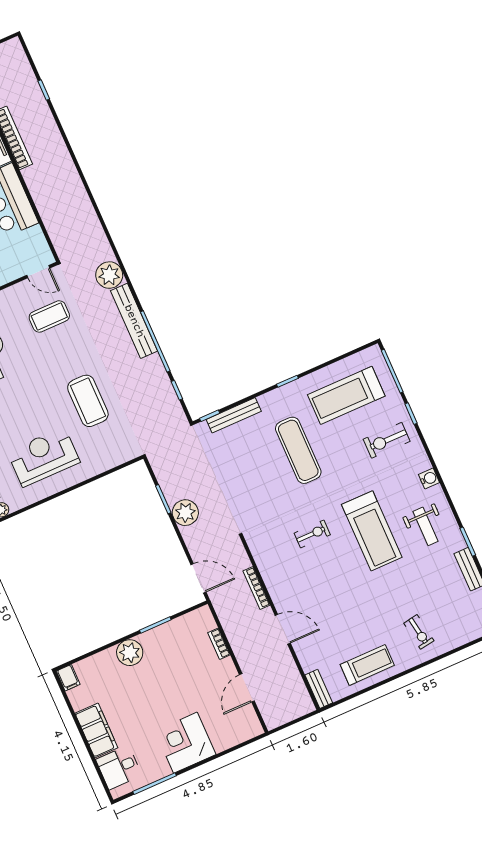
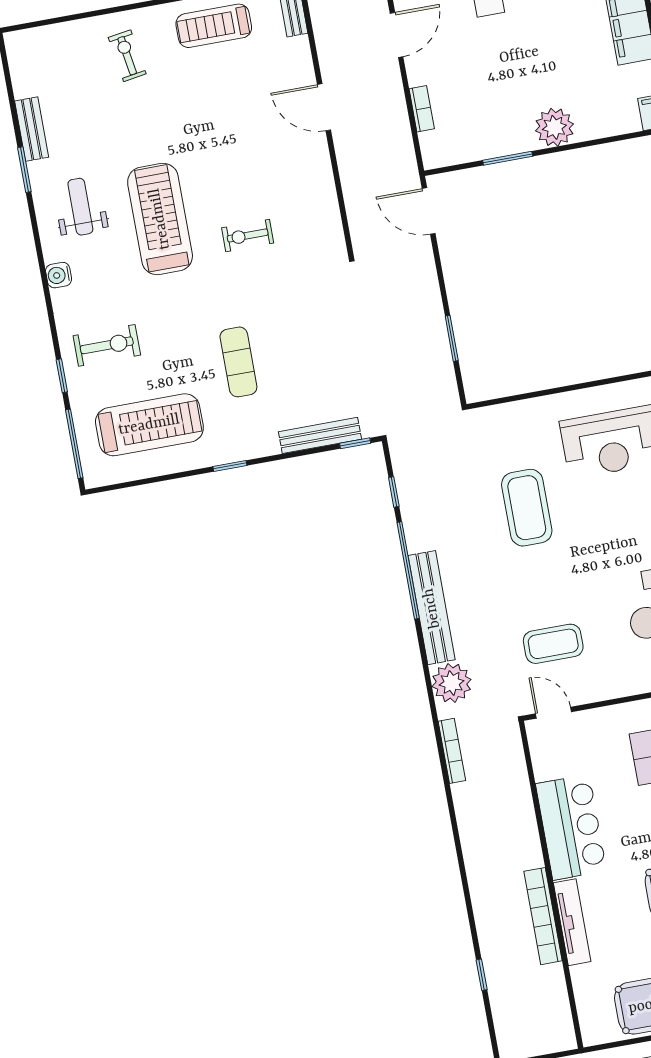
exercise mat: (298, 450) -> (238, 362), width x0.73, depth x0.69
plant: (185, 513) -> (424, 311), removed
bookcase: (257, 588) -> (452, 751), moved

